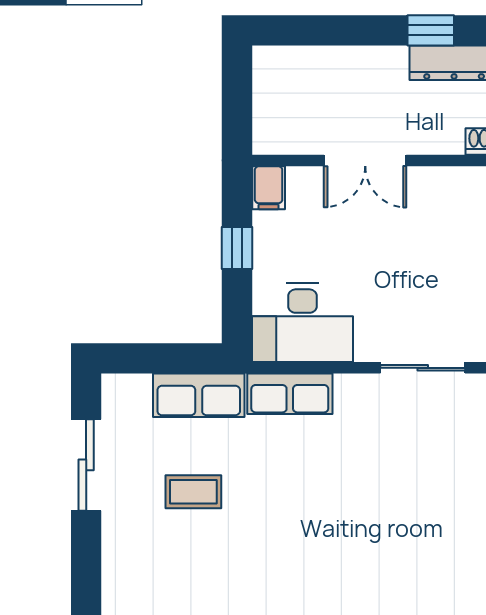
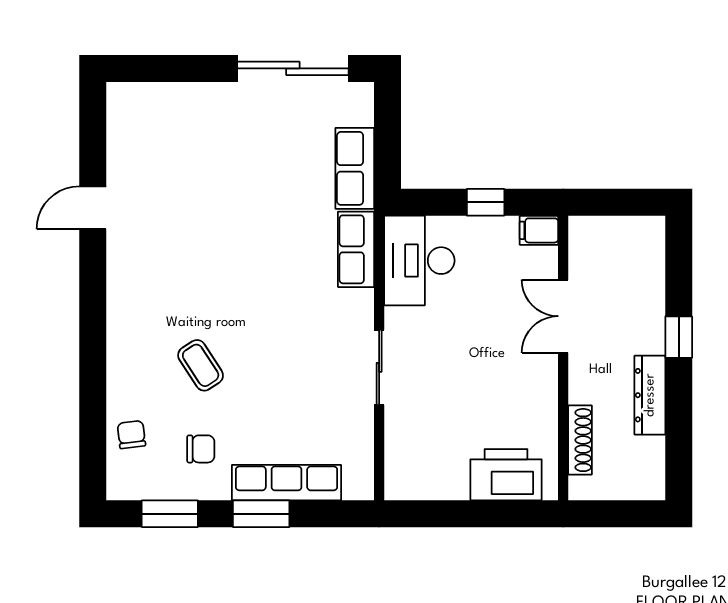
window: (431, 30) -> (679, 337), moved
sliding door: (86, 465) -> (293, 68), width x1.37
coffee table: (193, 492) -> (201, 365), moved, turned -33

